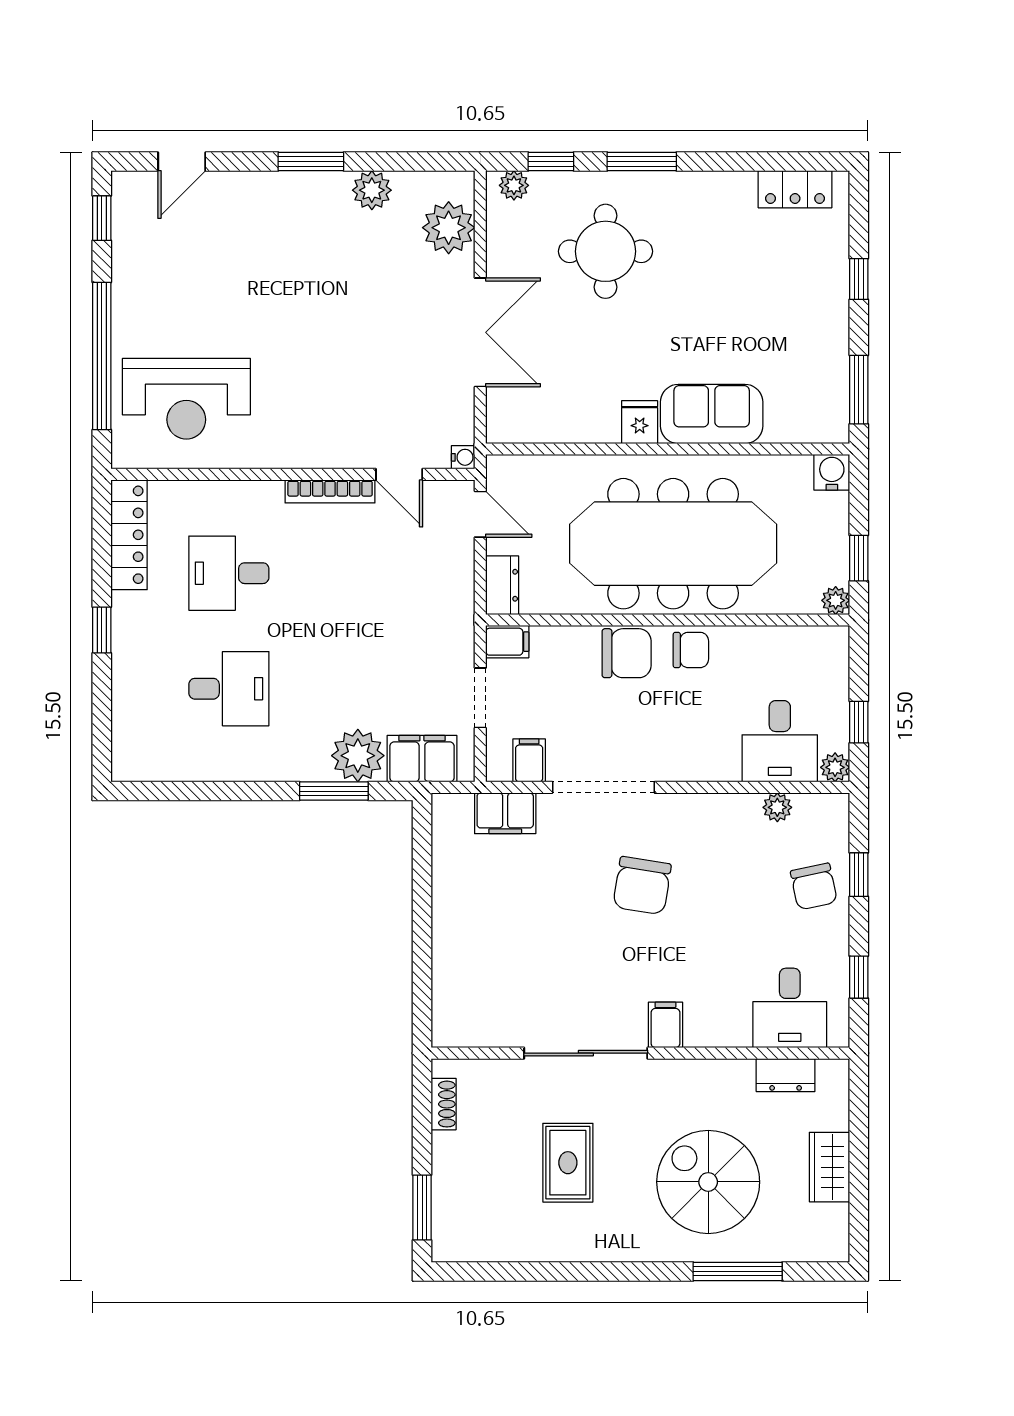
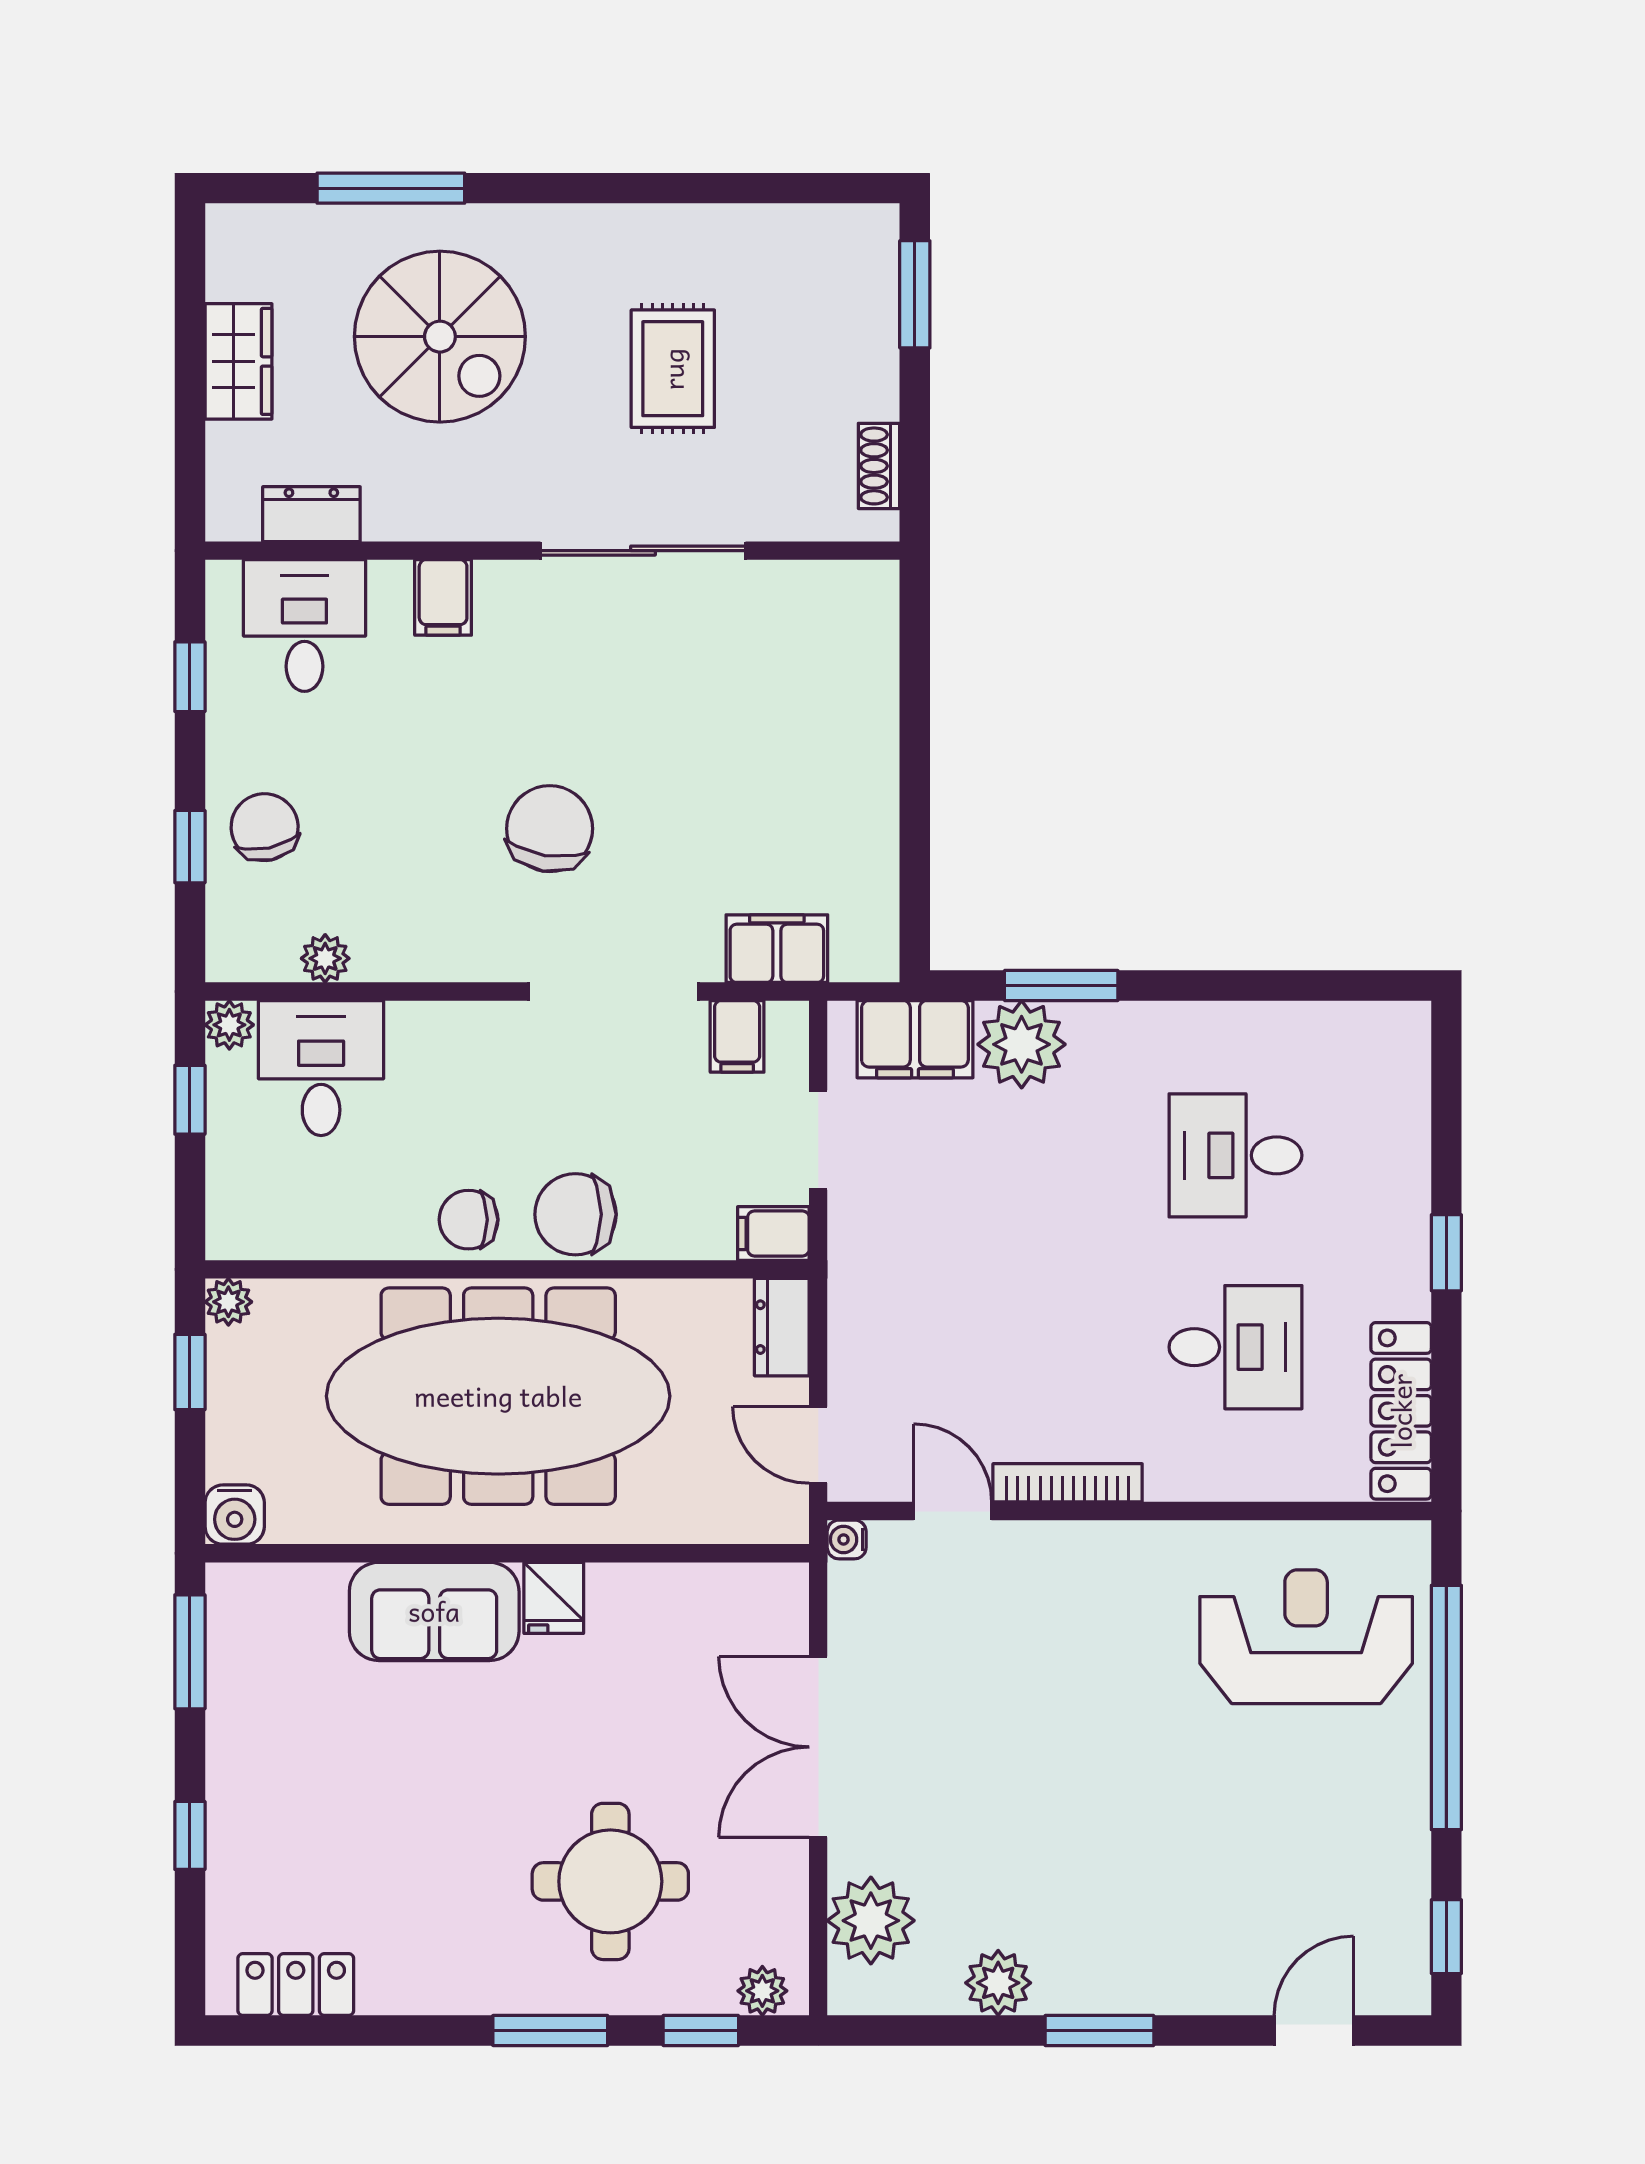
filing cabinet: (665, 1025) -> (443, 597), moved

